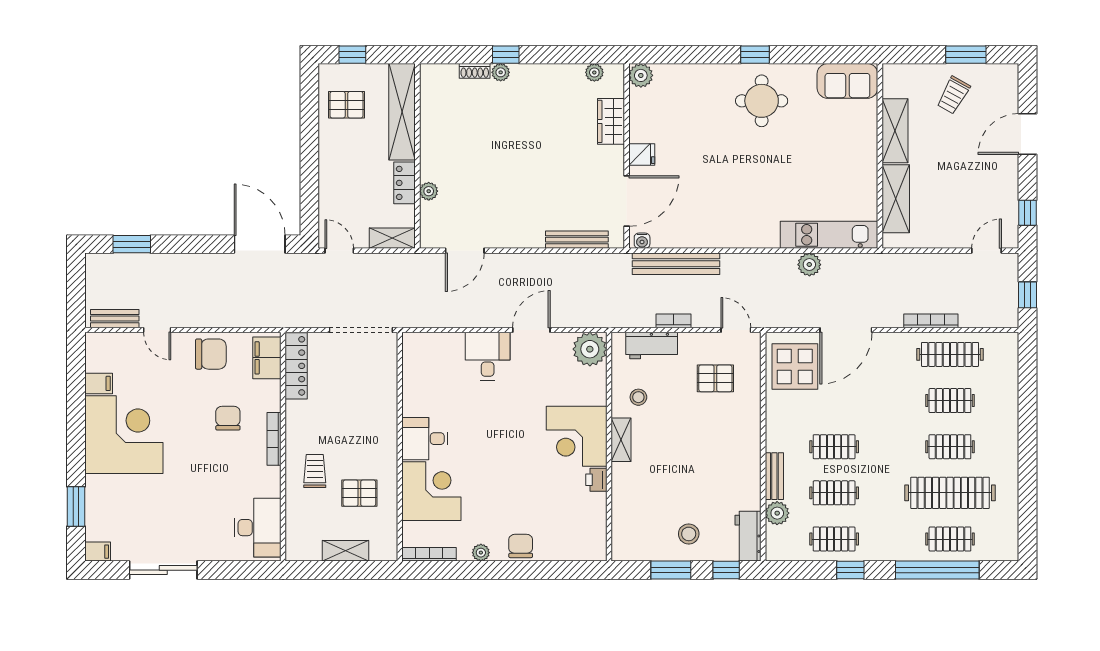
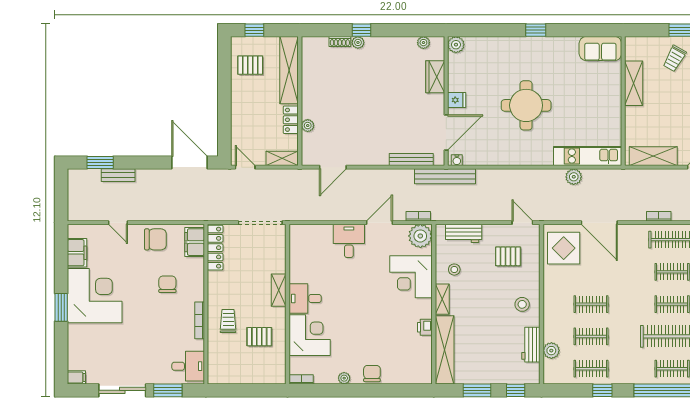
round table: (762, 101) -> (526, 105), moved, width x1.36, depth x1.36
shelving: (896, 199) -> (653, 156), moved, turned 90
bench: (676, 264) -> (445, 176), moved
bench: (115, 319) -> (118, 175), moved
bookcase: (674, 321) -> (418, 216), moved
bookcase: (931, 321) -> (659, 216), width x0.64
door: (846, 330) -> (599, 223), hinge flipped
filing cabinet: (99, 383) -> (77, 253), width x2.00
corner desk: (577, 436) -> (411, 277), moved
bookcase: (274, 439) -> (200, 320), moved
bench: (774, 476) -> (549, 325), removed
window: (76, 506) -> (61, 307), moved
shelving: (625, 512) -> (445, 350), added
desk: (258, 528) -> (188, 366), width x0.73
stool: (689, 534) -> (522, 304), moved
workbench: (748, 536) -> (531, 345), moved
shelving: (345, 551) -> (279, 290), moved, turned 90
bookcase: (429, 554) -> (301, 379), width x0.64
window: (229, 570) -> (168, 390), added

